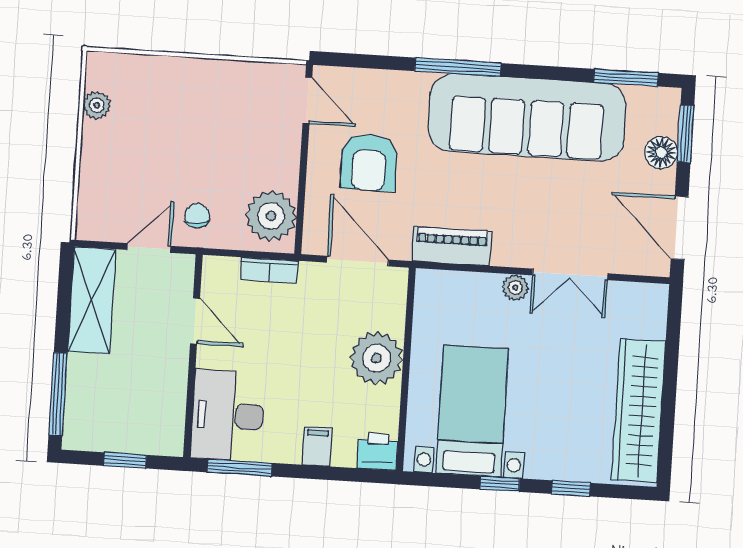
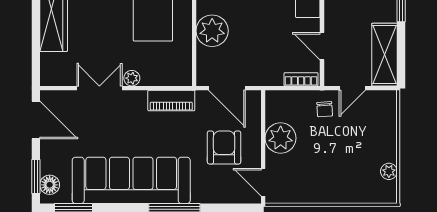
floor lamp: (661, 152) -> (50, 185), moved
plant: (271, 216) -> (281, 138), moved
bookcase: (269, 270) -> (301, 79), moved

